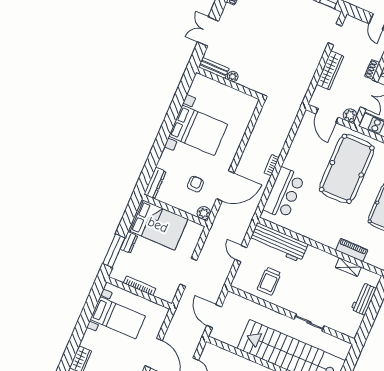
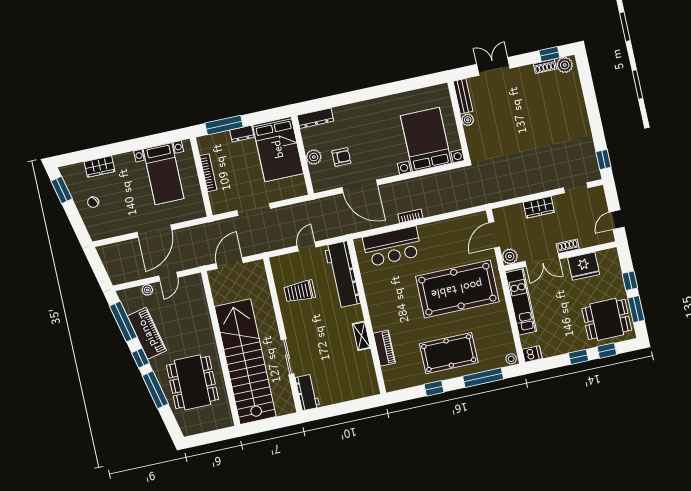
wardrobe: (330, 70) -> (539, 207), width x0.67
bed with nightstands: (198, 130) -> (426, 140), moved, turned 180
plant: (204, 213) -> (314, 157), moved
shelving: (348, 267) -> (361, 336), moved
workbench: (364, 299) -> (307, 392), moved, turned 90

